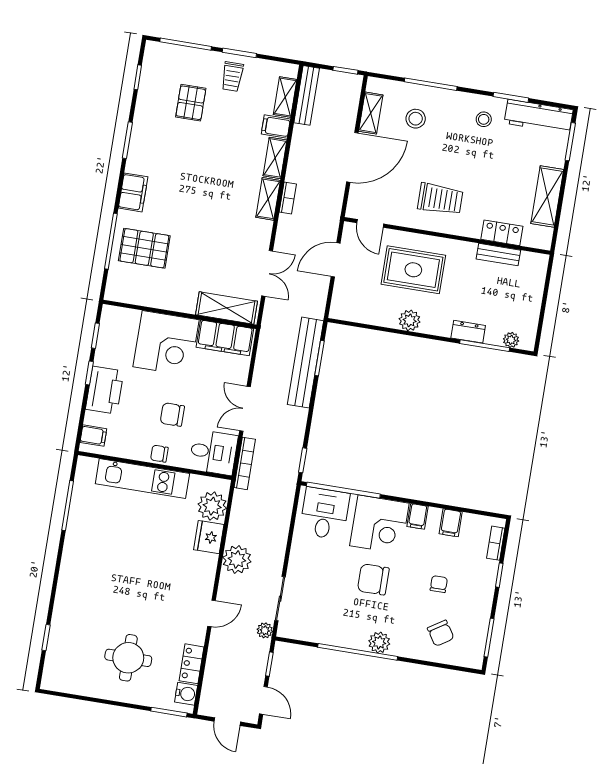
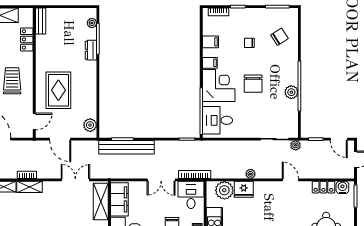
bench: (498, 255) -> (41, 21), moved
plant: (410, 320) -> (90, 125), moved
plant: (237, 559) -> (250, 174), width x0.53, depth x0.53
plant: (379, 642) -> (291, 92), moved
door: (263, 700) -> (339, 139), swing flipped

